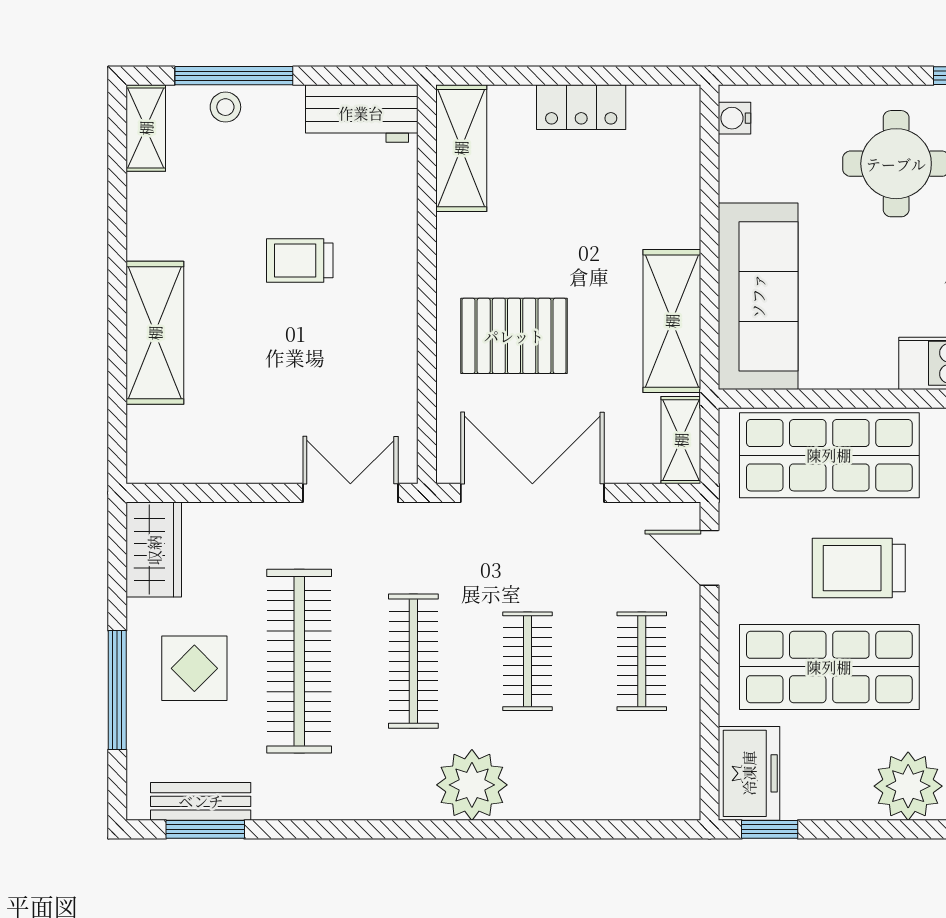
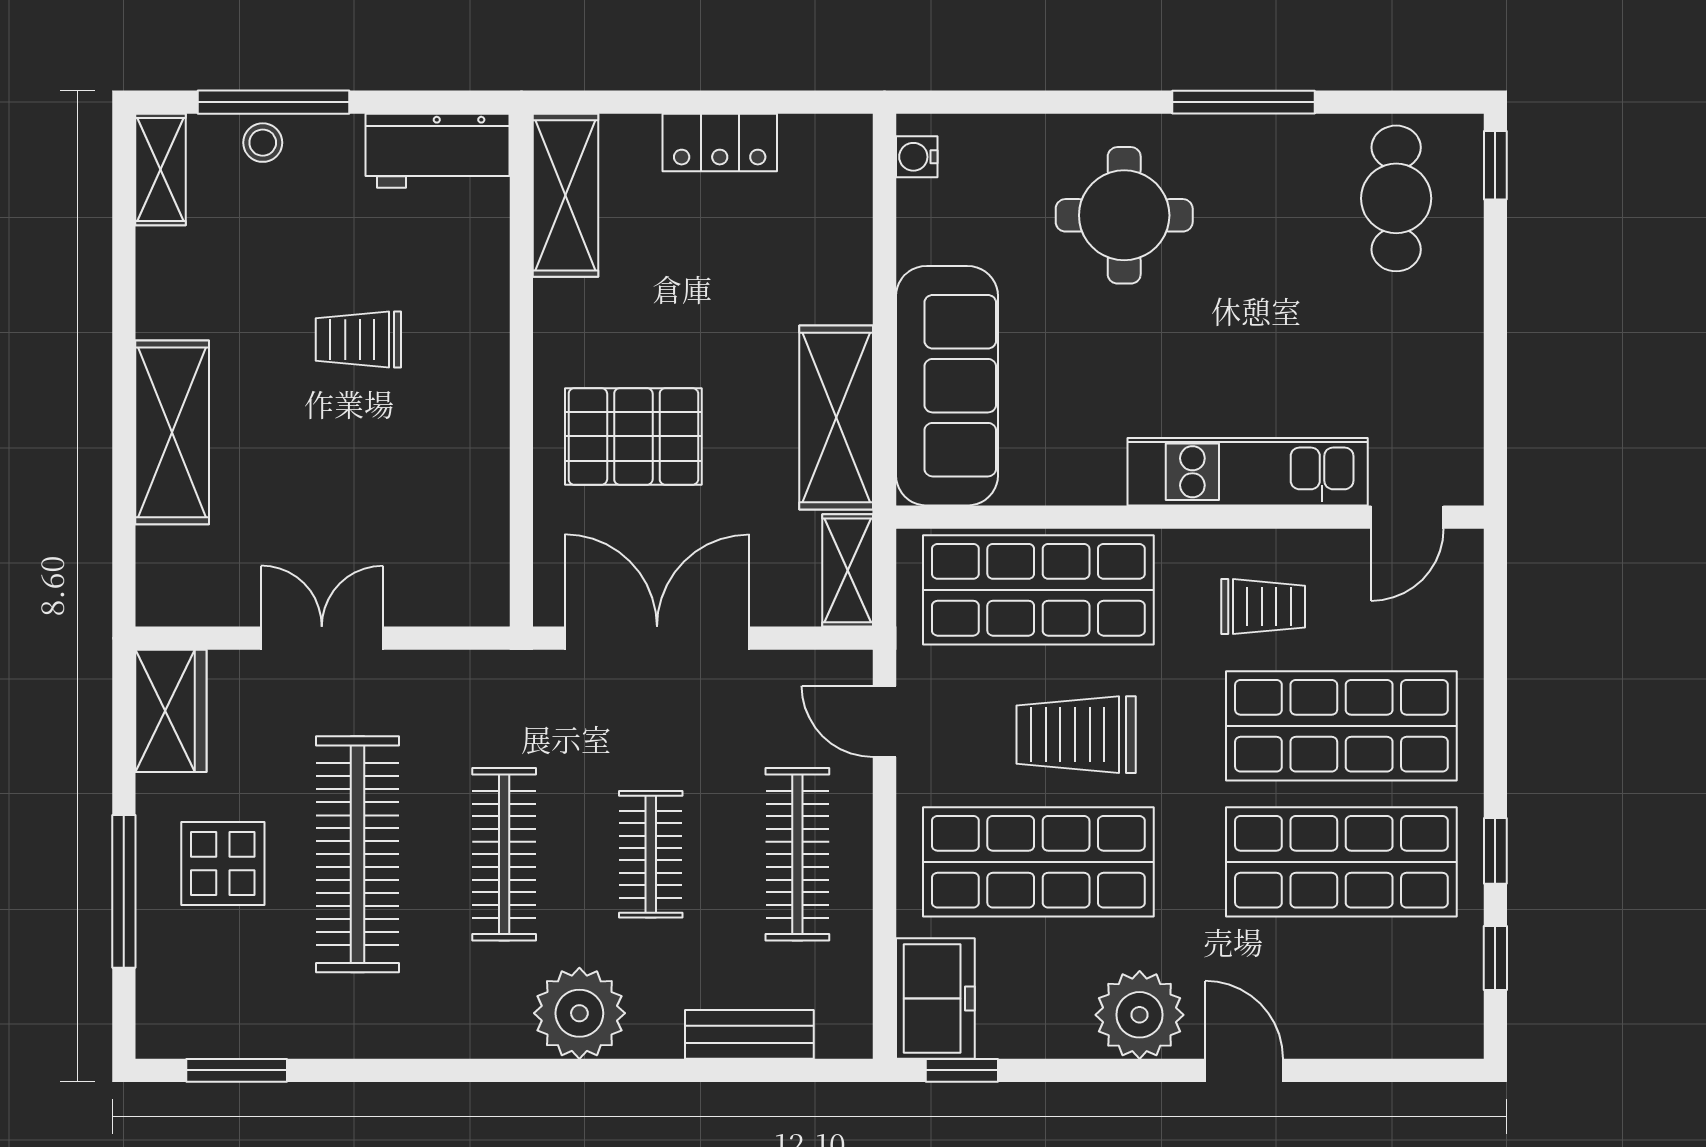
double door: (350, 493) -> (322, 638), moved
clothes rail: (642, 661) -> (797, 854), width x1.36
bench: (201, 801) -> (749, 1034), moved

